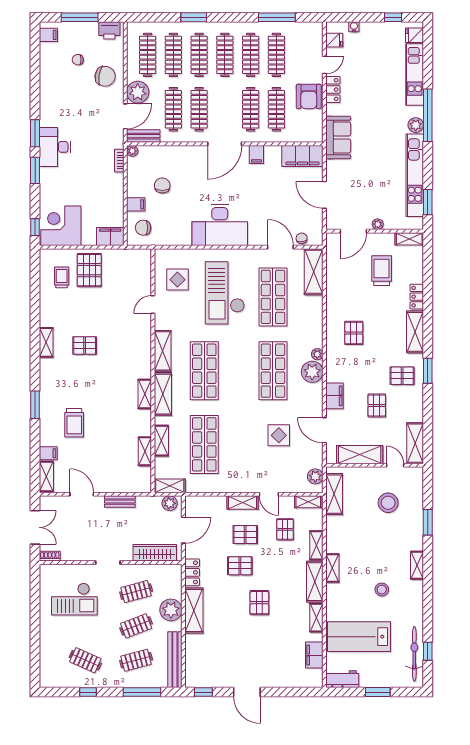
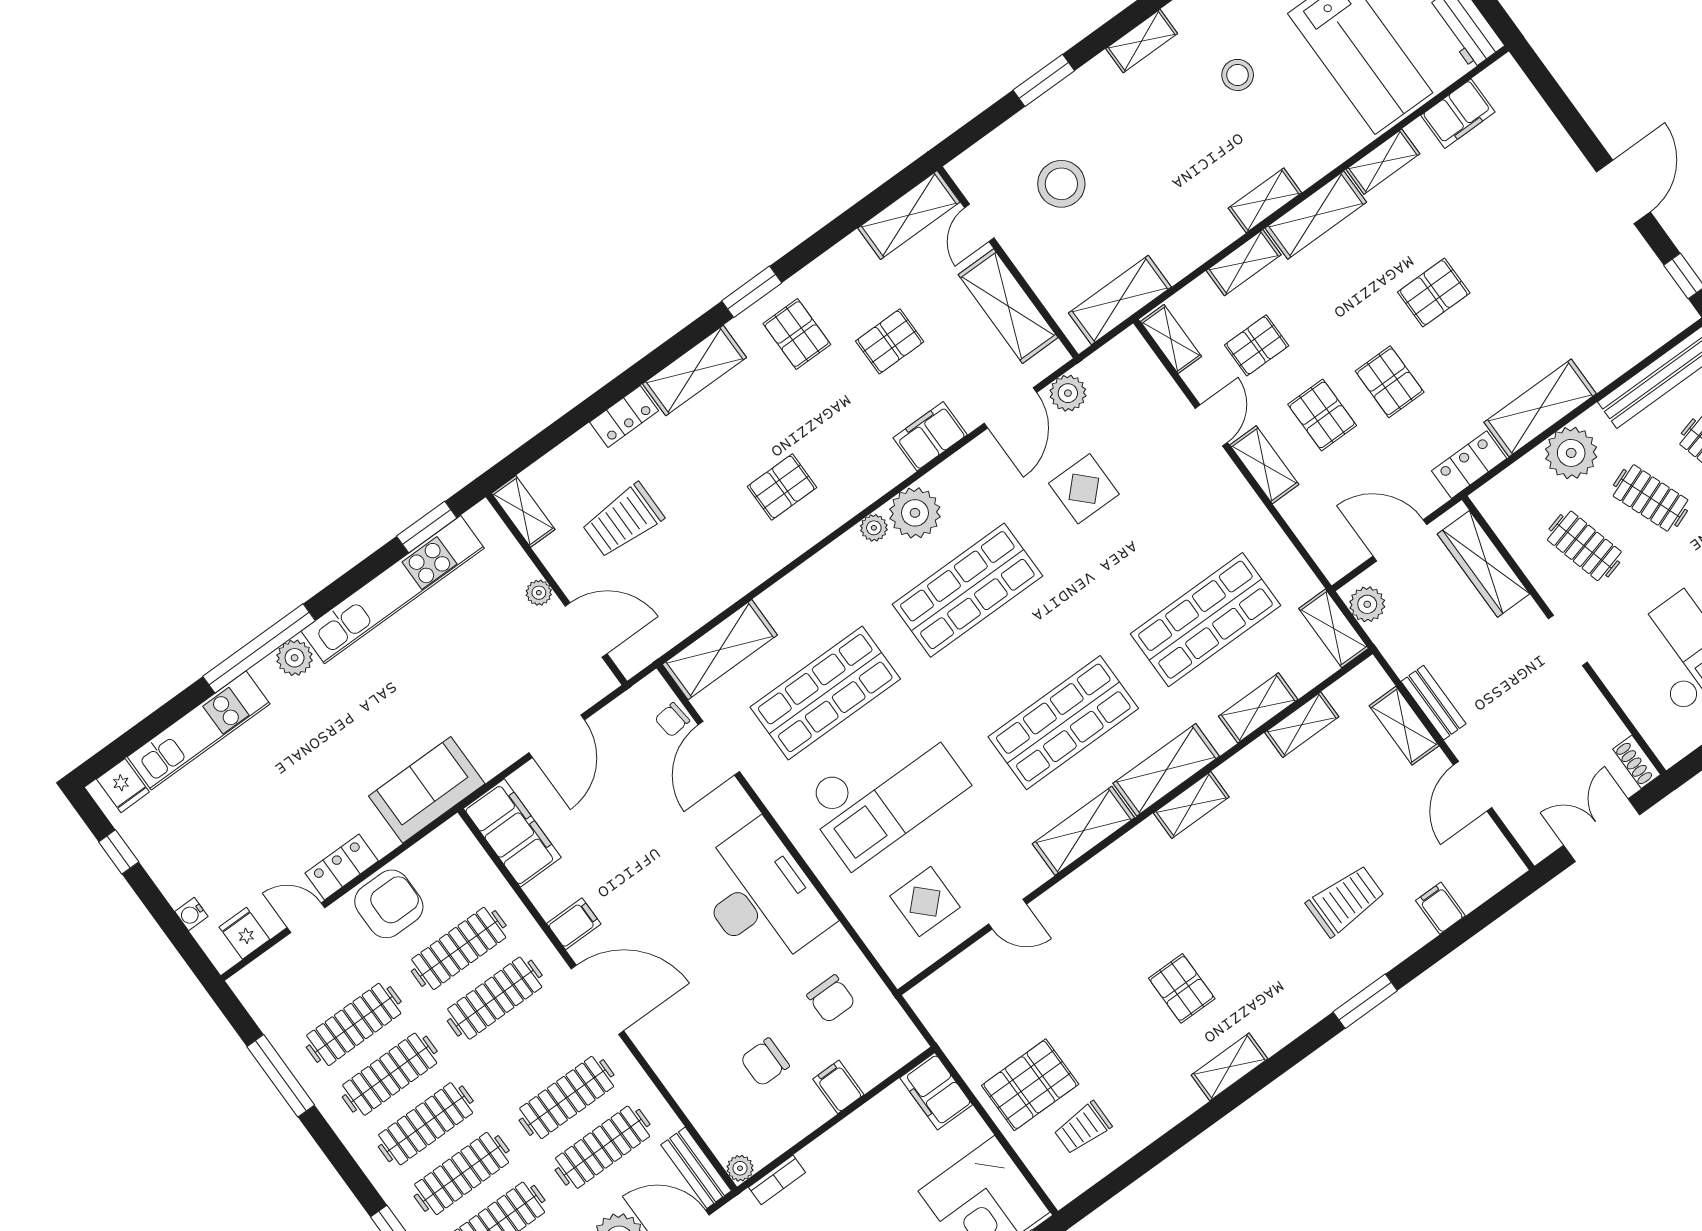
chair: (143, 228) -> (831, 999), moved
plant: (315, 476) -> (1068, 393), moved
shelving: (46, 477) -> (1404, 726), moved, turned 90

